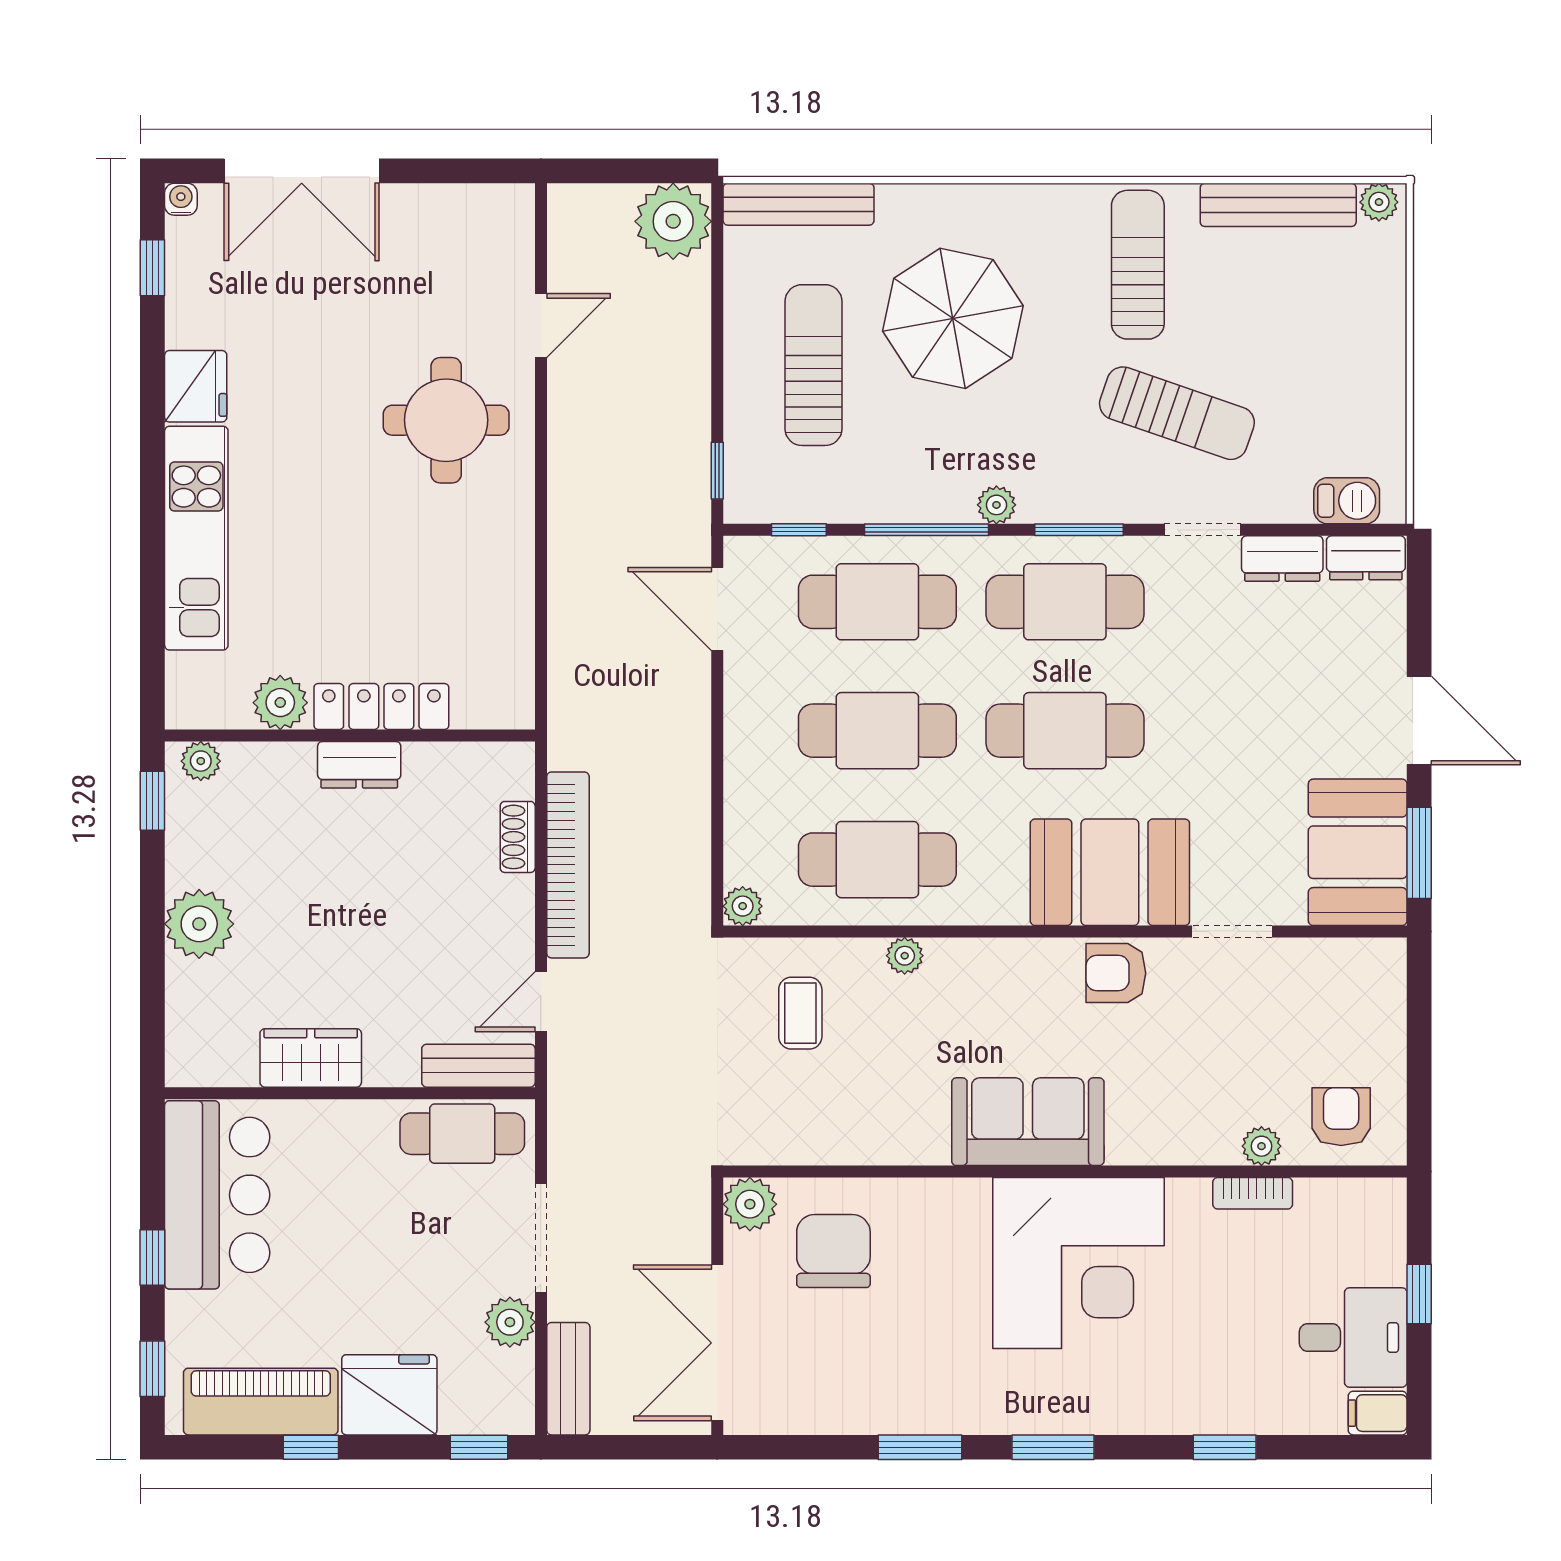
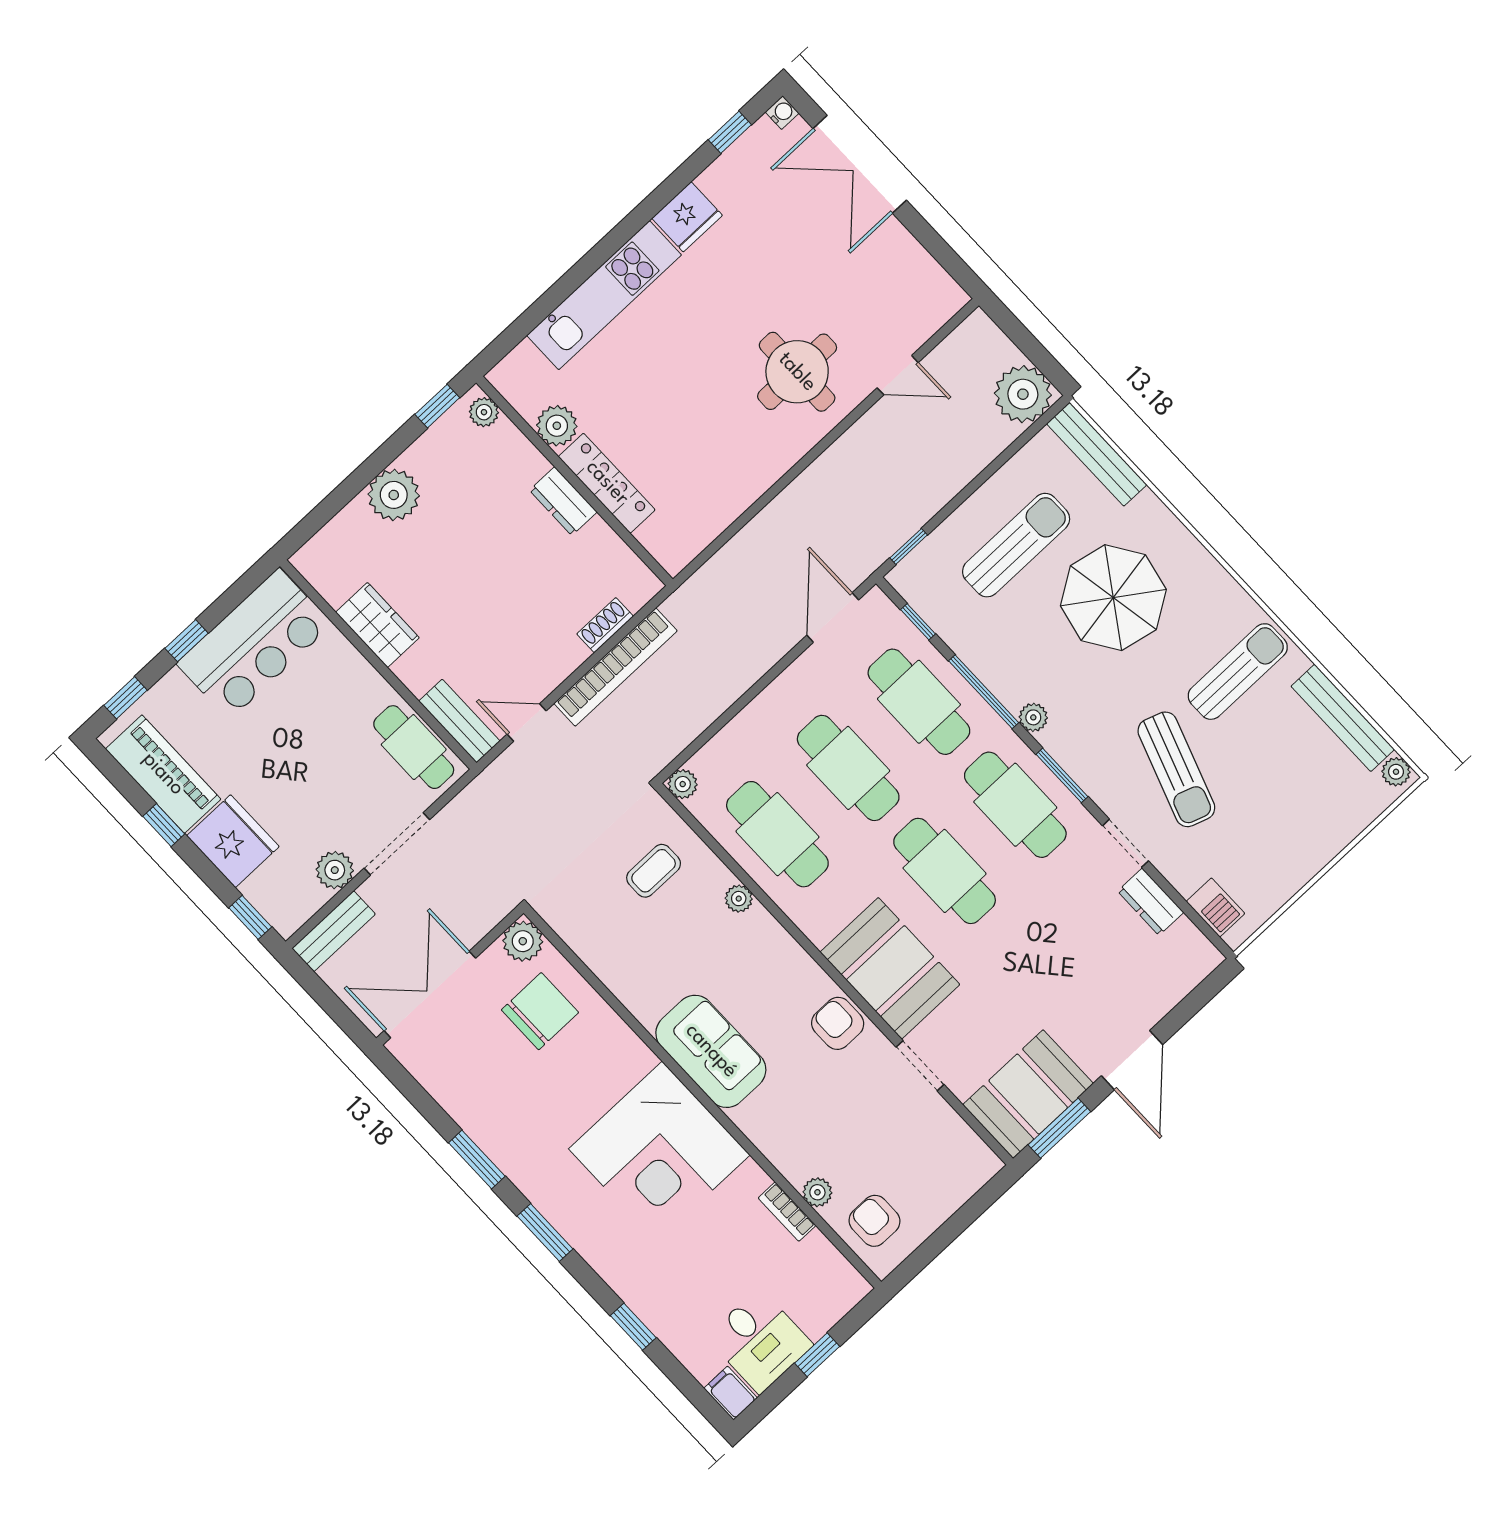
dresser: (1366, 558) -> (1194, 947), removed
armchair: (1341, 1117) -> (875, 1221), turned -90

